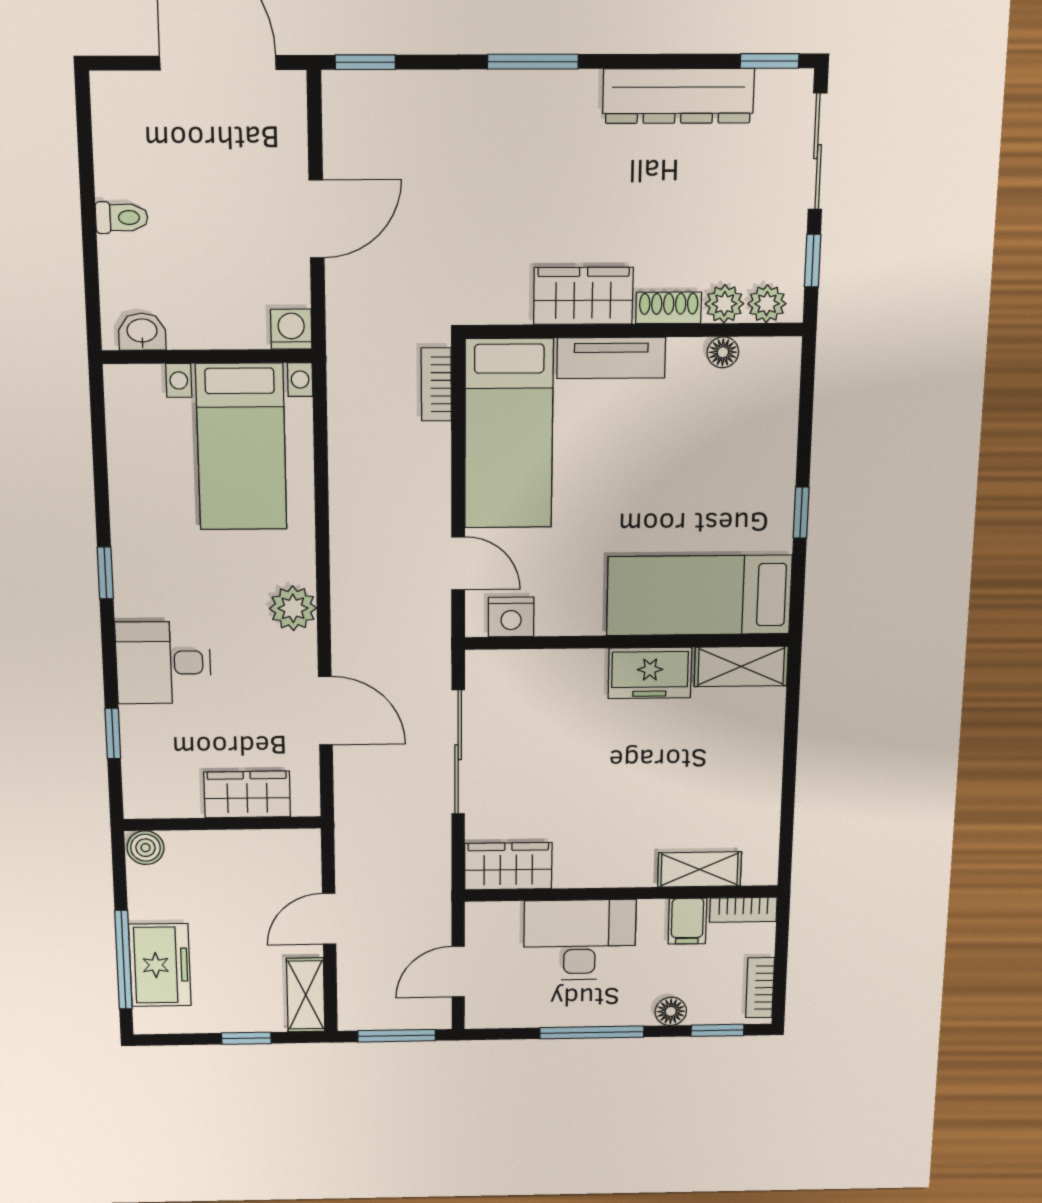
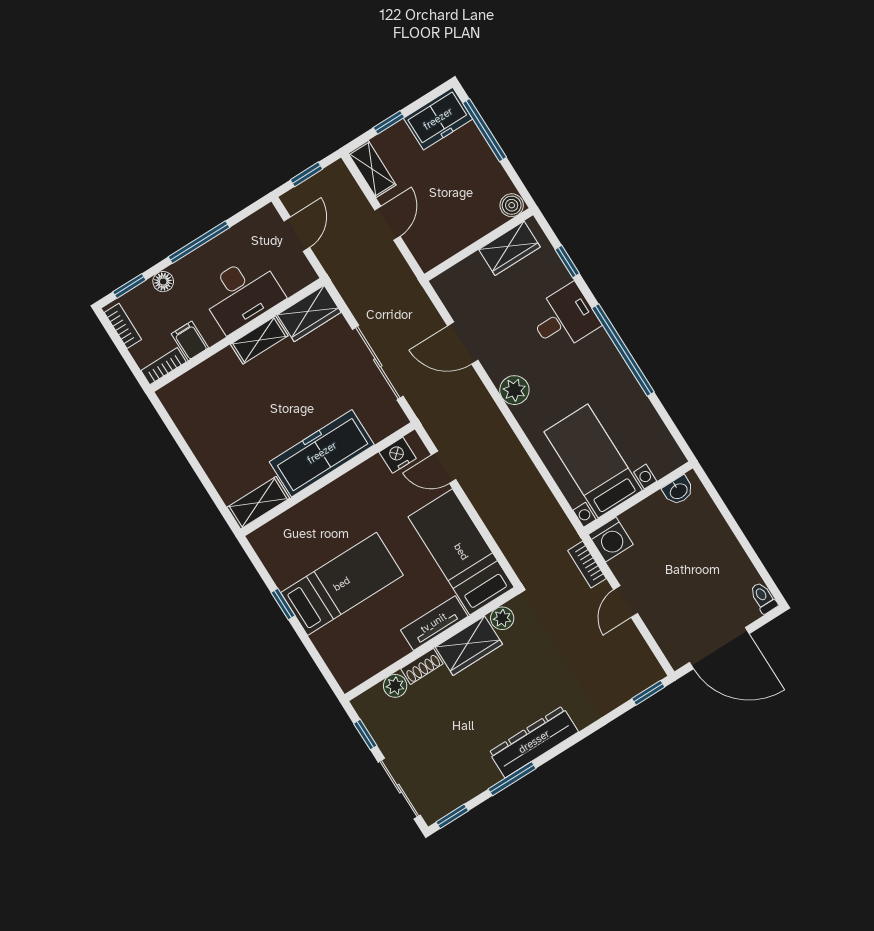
window: (533, 62) -> (512, 779), moved
dresser: (678, 96) -> (534, 742), moved
toilet: (122, 218) -> (763, 598), moved, turned 90
door: (317, 219) -> (626, 602), width x0.73
plant: (767, 304) -> (502, 618), moved
washing machine: (291, 329) -> (611, 539), width x1.38, depth x1.38
floor lamp: (723, 352) -> (379, 661), removed
bookcase: (436, 384) -> (587, 564), moved, turned 180
window: (105, 573) -> (623, 350), width x3.17
bed: (699, 595) -> (342, 584), moved
freezer: (650, 673) -> (322, 453), width x1.91, depth x1.26
wardrobe: (247, 794) -> (509, 248), moved
shelving: (699, 869) -> (259, 340), moved
freezer: (160, 965) -> (438, 119), moved, turned -90
window: (397, 1036) -> (306, 174), width x0.67

